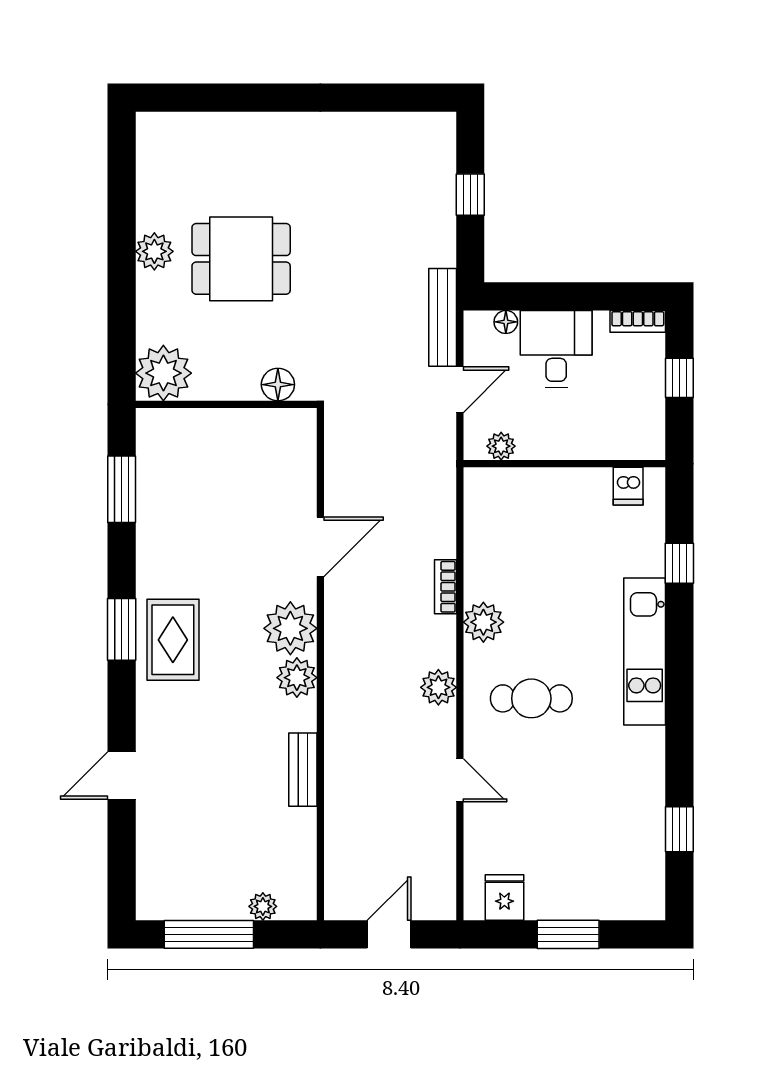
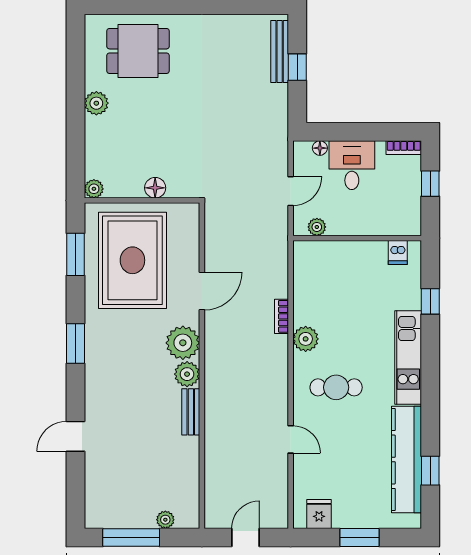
dining table: (241, 259) -> (138, 51), moved
bench: (443, 317) -> (280, 51), moved
plant: (163, 373) -> (94, 189), width x0.53, depth x0.53
floor lamp: (278, 385) -> (155, 188), moved
rug: (173, 640) -> (132, 260), moved, width x1.86, depth x2.06
plant: (438, 687) -> (277, 380), removed
bench: (303, 770) -> (191, 412), moved
kitchen counter: (642, 812) -> (406, 460), added

